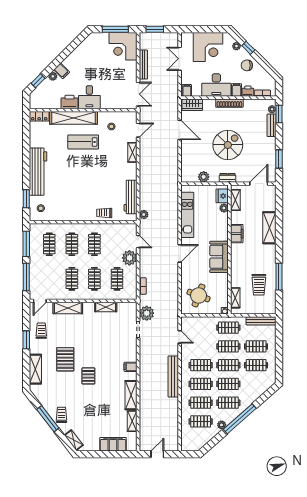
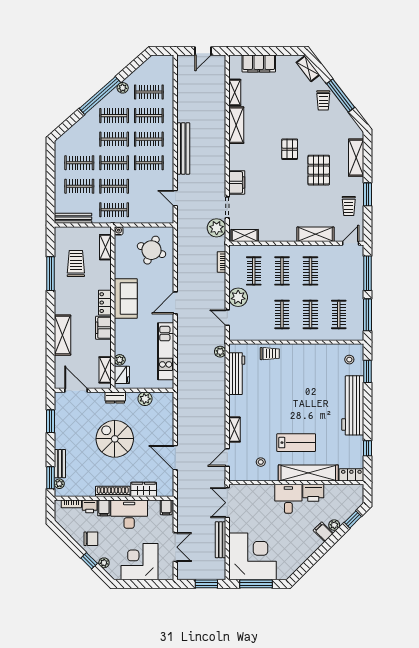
corner desk: (123, 46) -> (252, 556), width x1.36, depth x1.36
wardrobe: (192, 105) -> (144, 489), moved
window: (26, 137) -> (368, 448), added
spiral stairs: (228, 145) -> (115, 439), turned 90
door: (259, 184) -> (76, 390), swing flipped
locker: (236, 254) -> (105, 303), added
shelving: (106, 307) -> (245, 236), moved
filing cabinet: (131, 367) -> (237, 182), moved, width x2.00

